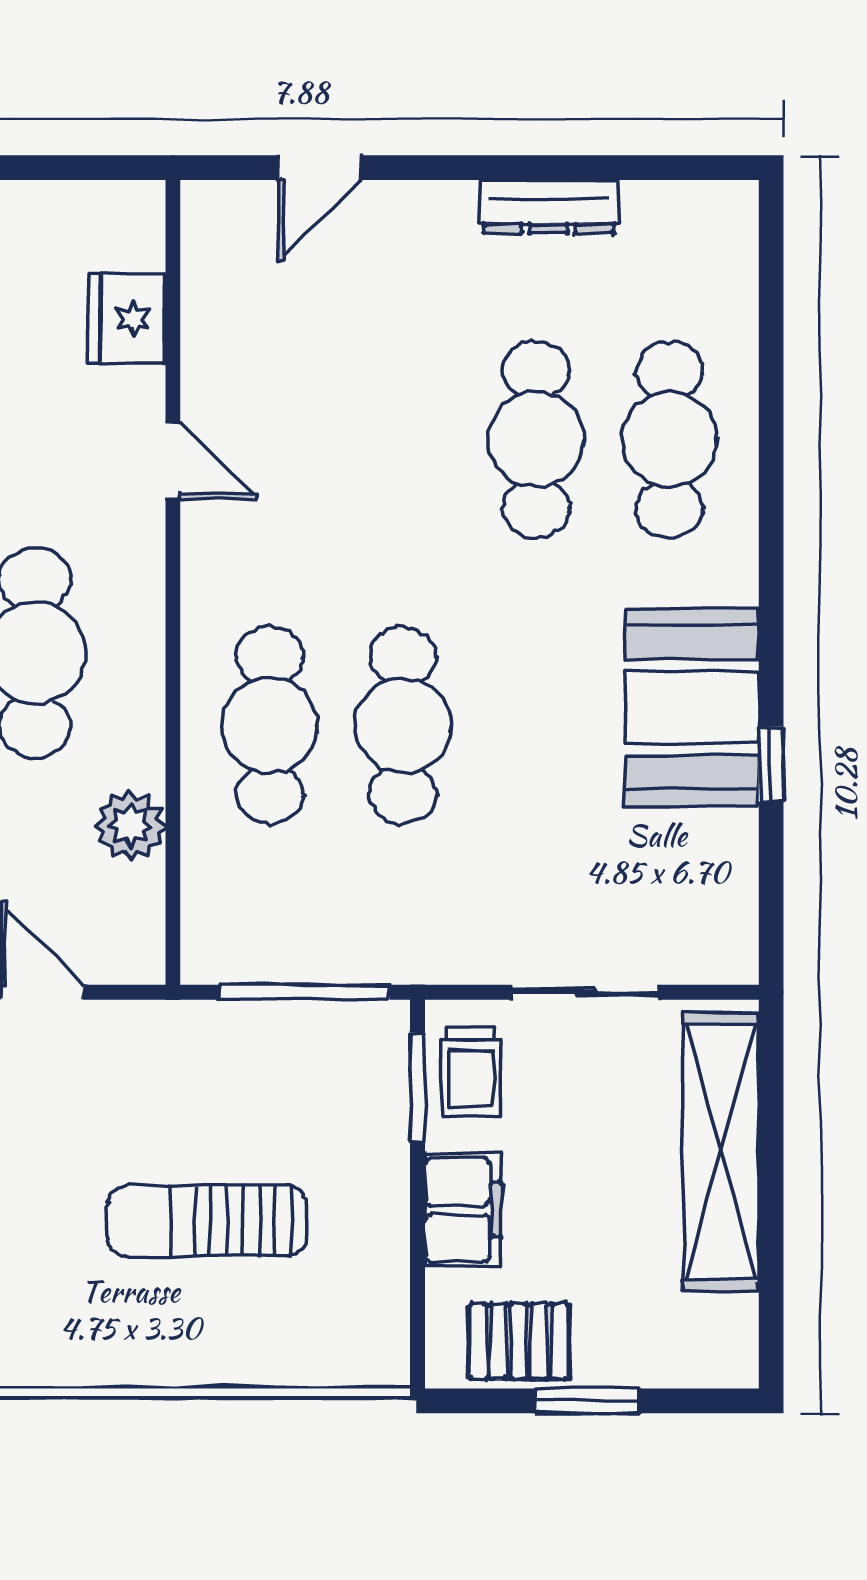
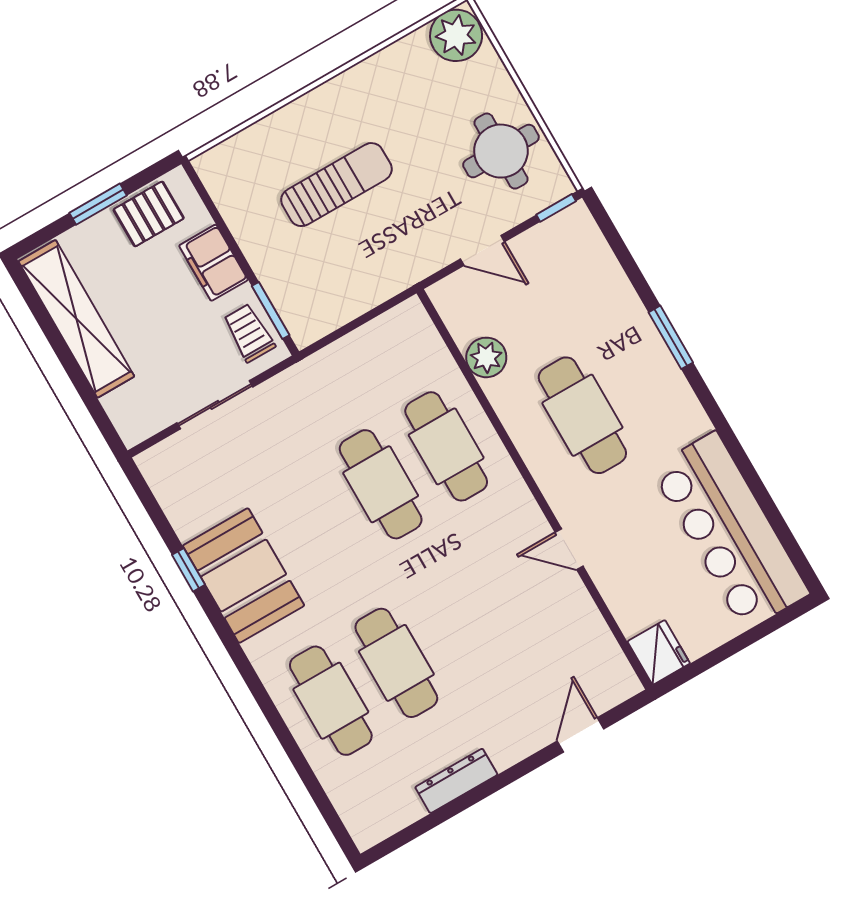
fridge: (127, 319) -> (659, 652), moved
window: (305, 992) -> (353, 325), removed
shelving: (721, 1152) -> (76, 319), moved

